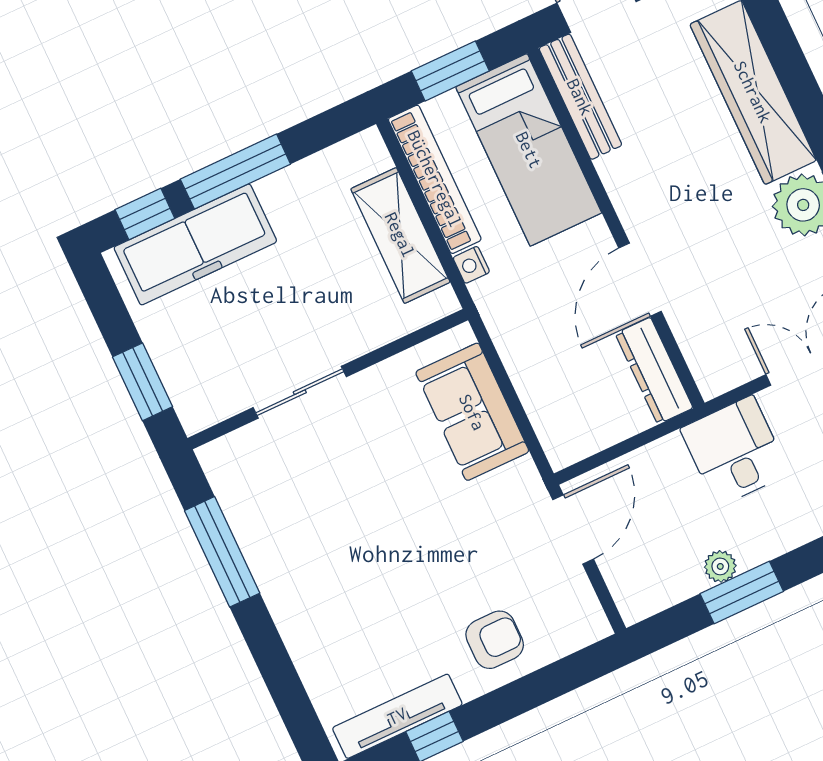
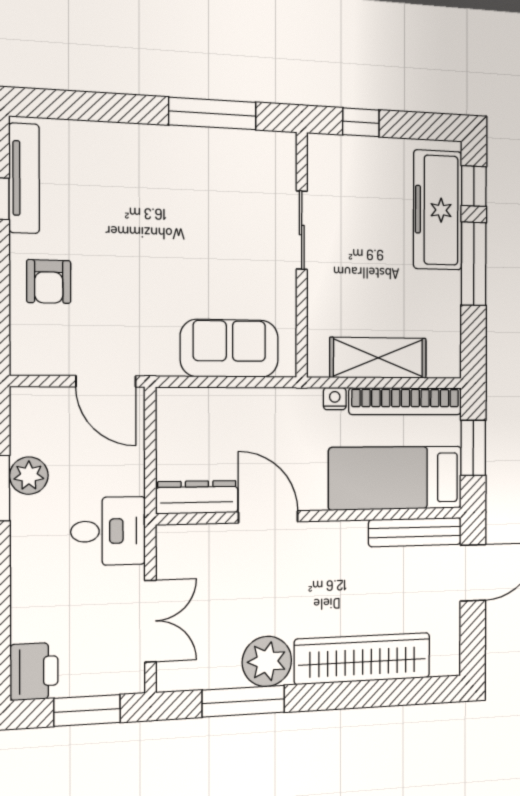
window: (143, 382) -> (361, 122), width x0.67
plant: (720, 566) -> (29, 476), width x1.38, depth x1.38

